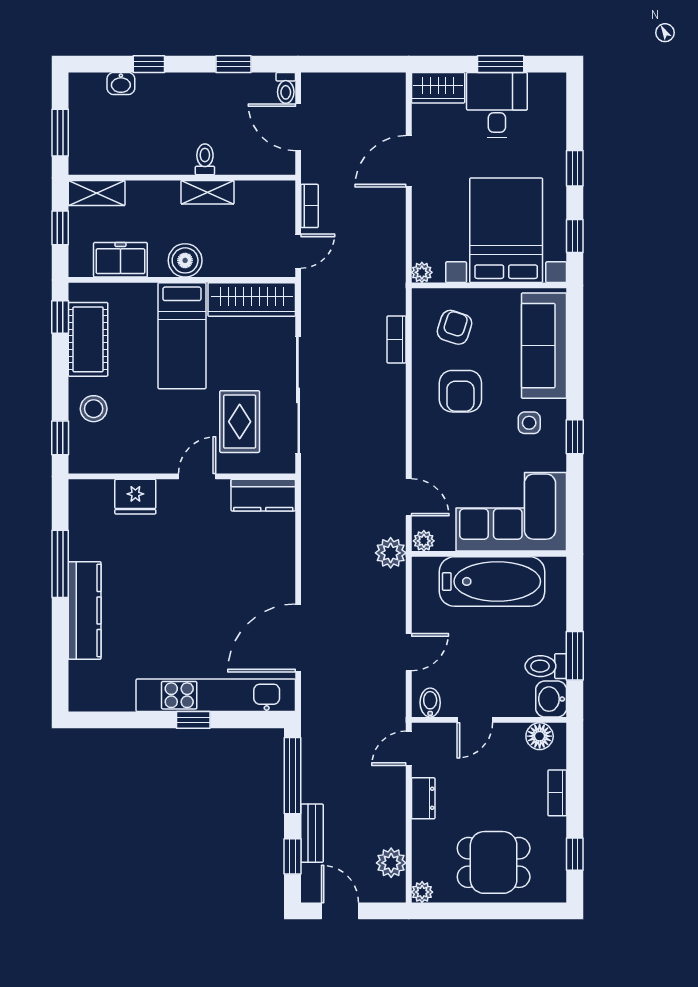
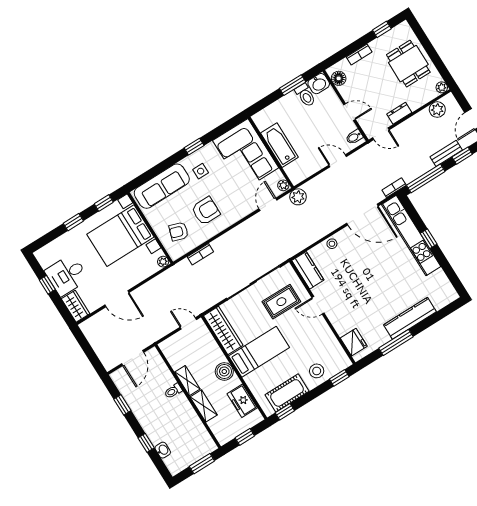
window: (501, 64) -> (47, 285), width x0.67
toilet: (286, 88) -> (118, 375), removed
shelving: (97, 193) -> (204, 406), moved
bookcase: (310, 206) -> (394, 188), moved
fridge: (135, 497) -> (354, 342), moved
stool: (282, 560) -> (332, 244), added
bathtub: (492, 581) -> (279, 145), width x0.73, depth x0.73

